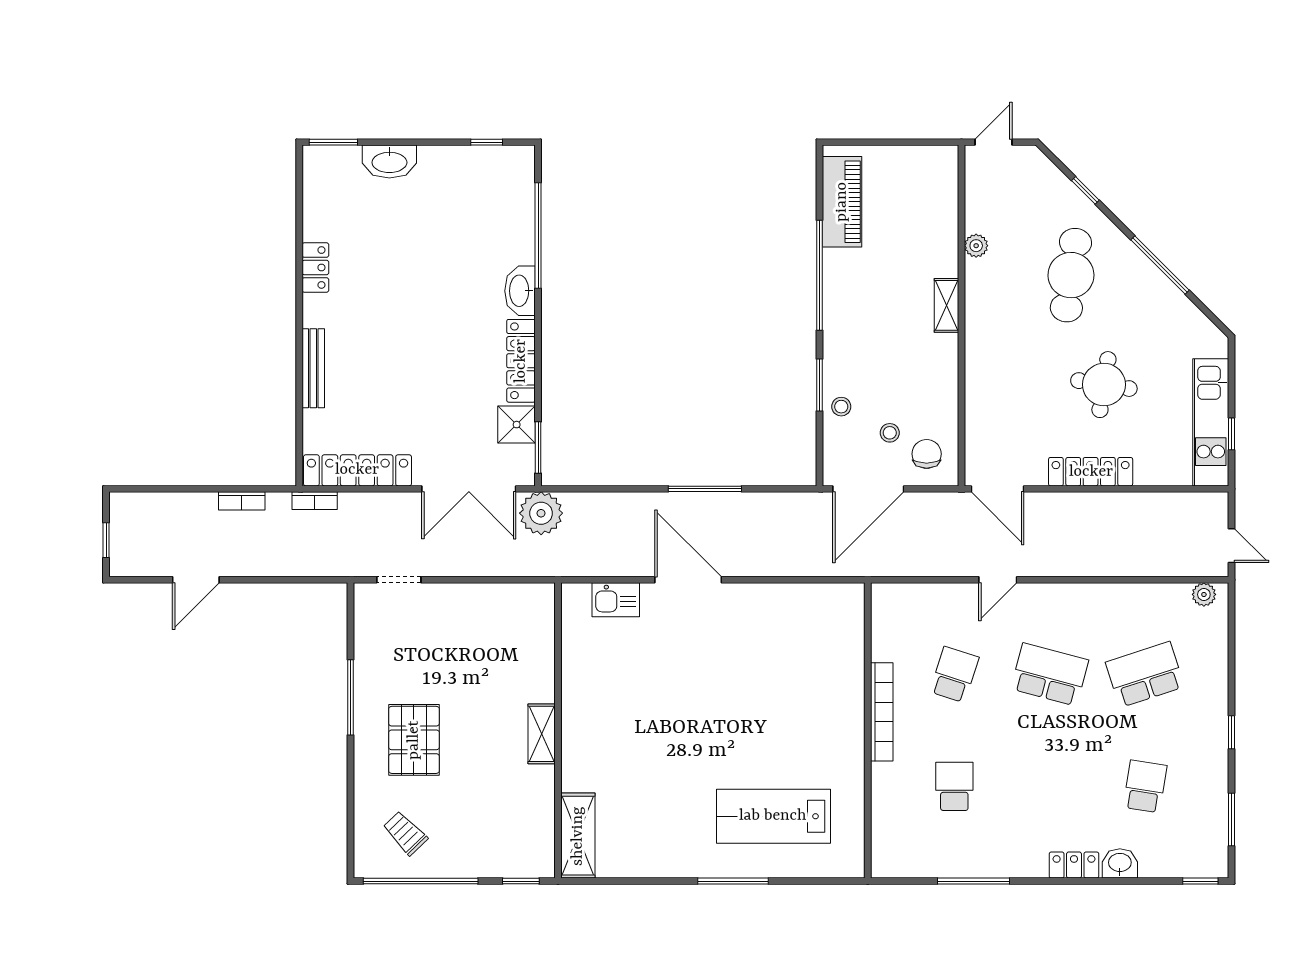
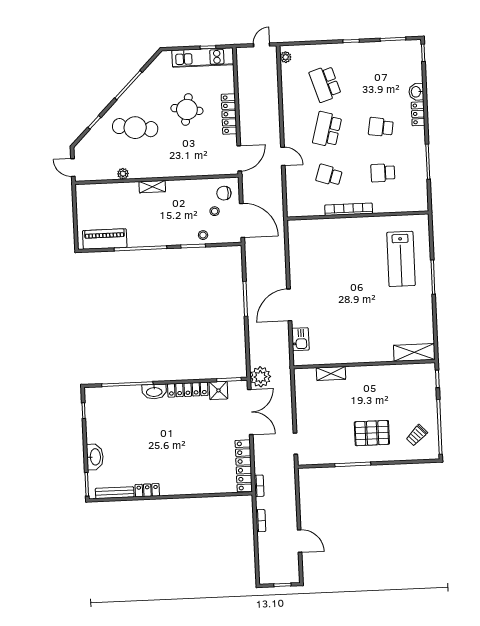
bench: (313, 368) -> (115, 493), moved
shelving: (542, 734) -> (331, 373), moved
school desk: (1145, 786) -> (381, 127), moved

